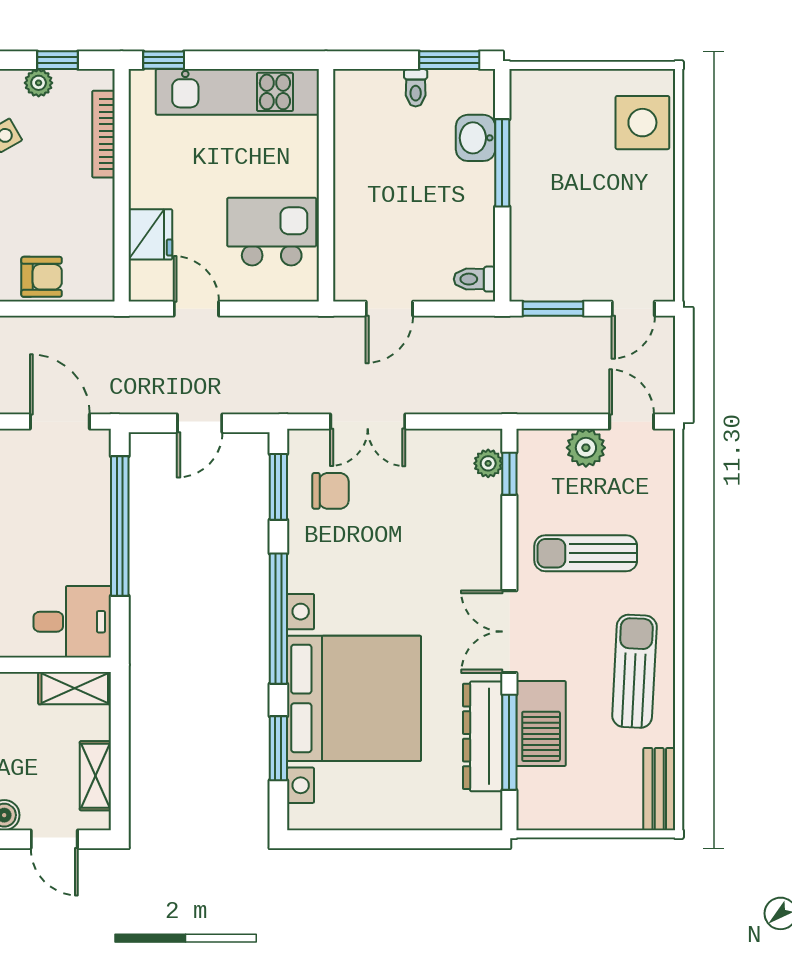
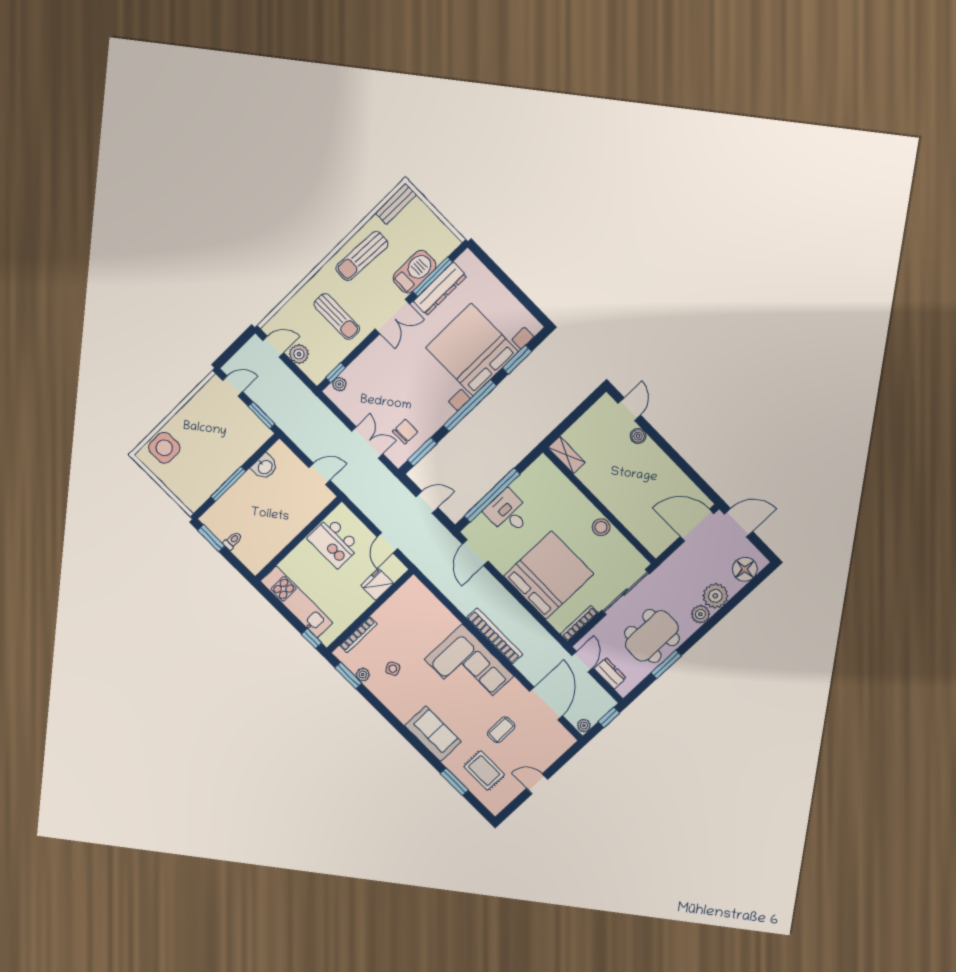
window: (58, 60) -> (348, 676), width x1.50
washbasin: (476, 138) -> (265, 467), moved
armchair: (42, 277) -> (430, 608), removed
toilet: (475, 279) -> (279, 454), removed
door: (632, 421) -> (273, 347), swing flipped
chair: (331, 491) -> (405, 432), turned 90
desk: (72, 622) -> (508, 513), moved
shelving: (95, 776) -> (592, 417), removed

